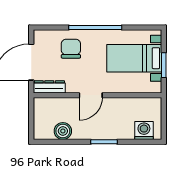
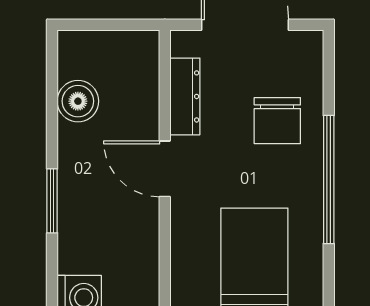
chair: (71, 49) -> (277, 121), turned 90
dresser: (49, 87) -> (185, 96), moved

